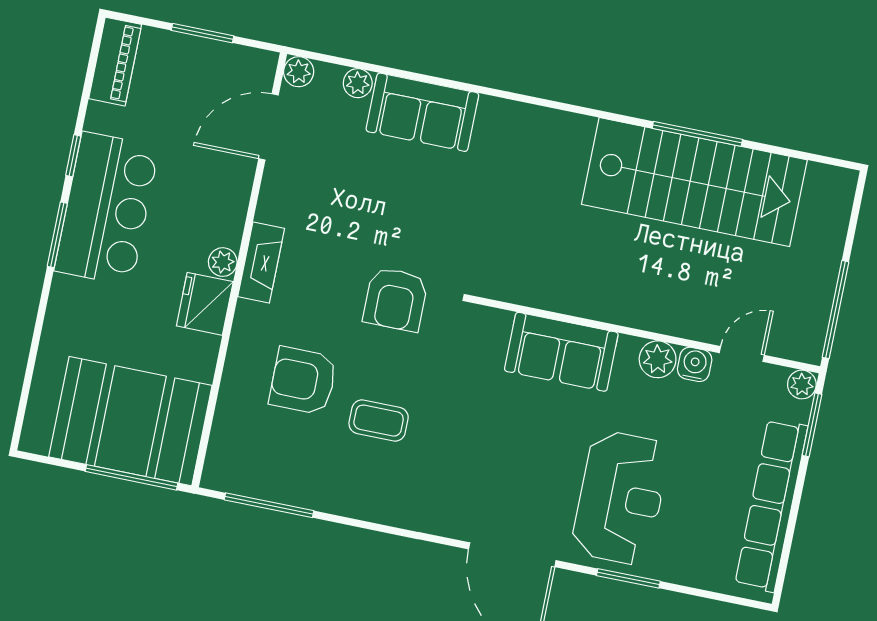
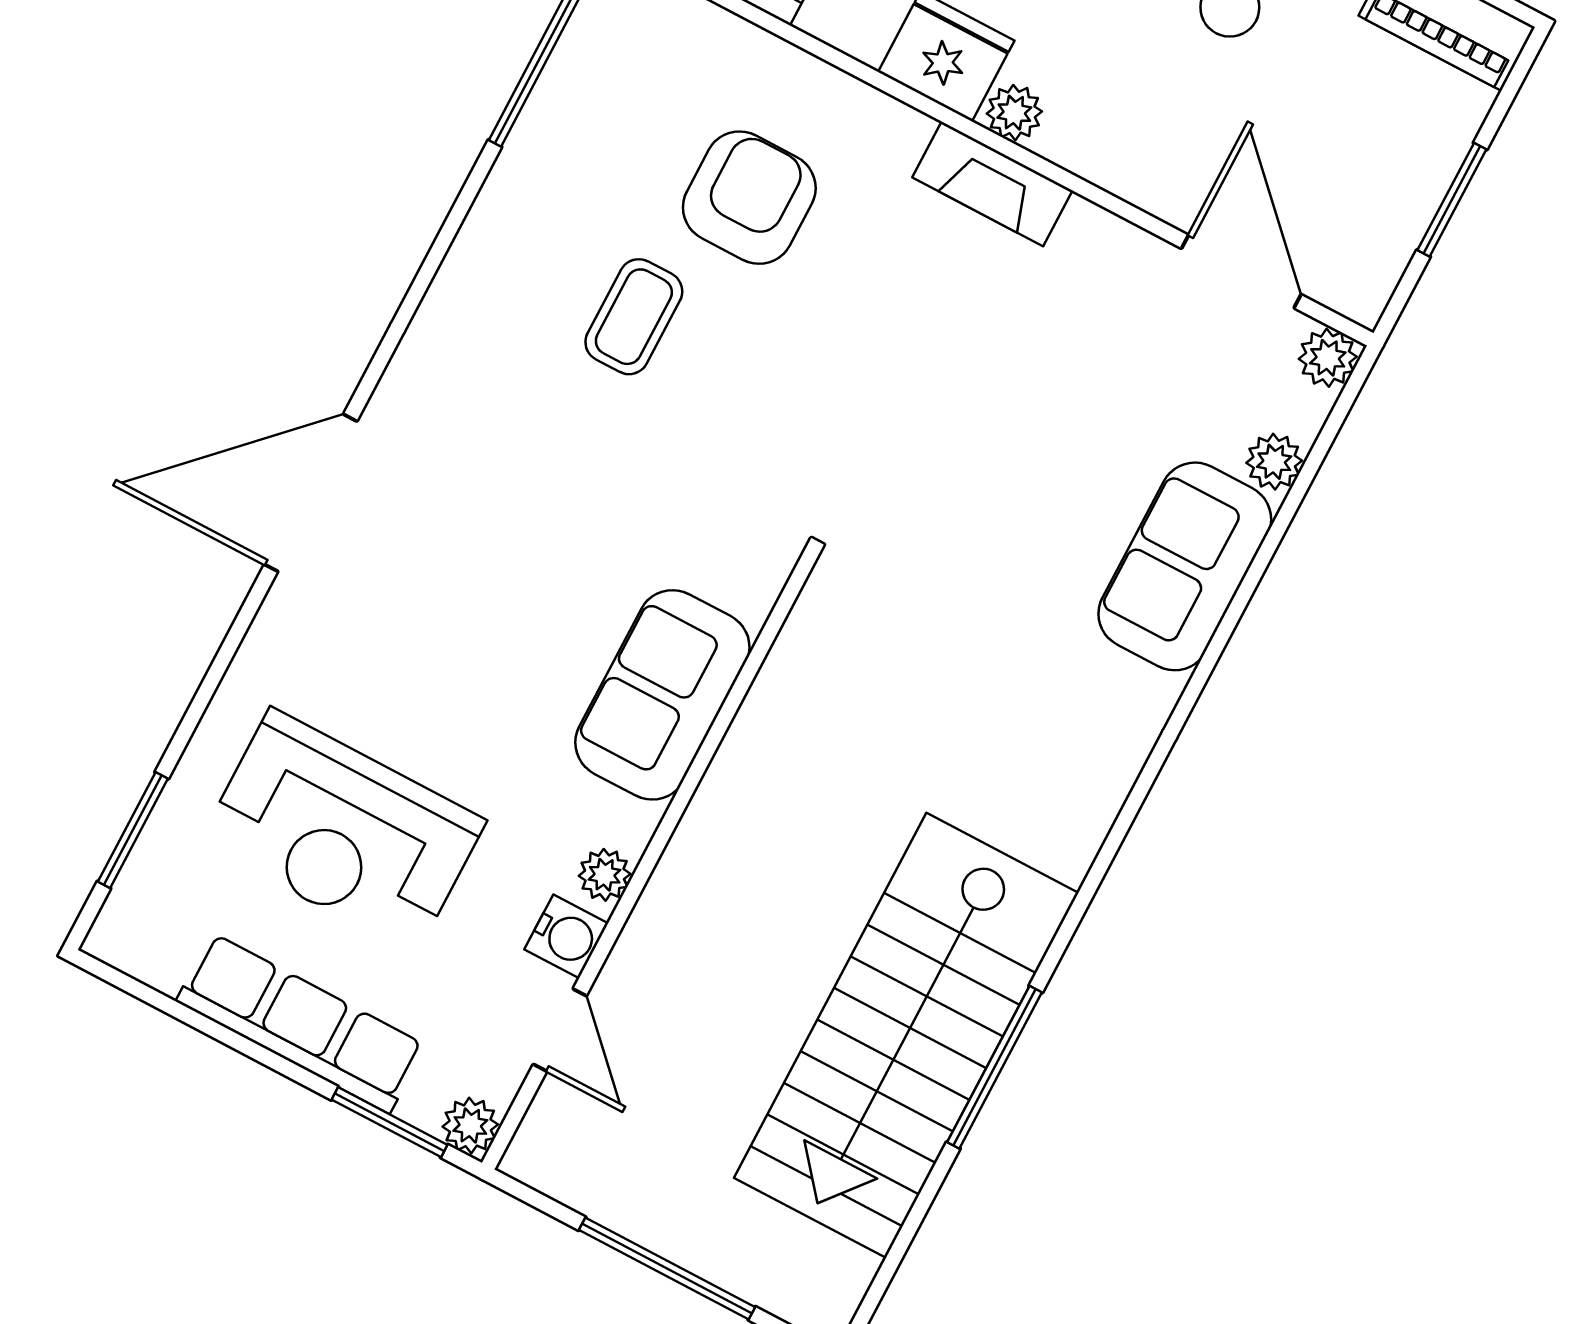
armchair: (395, 299) -> (851, 414), removed
window: (835, 310) -> (667, 1268), moved
plant: (658, 359) -> (605, 875), width x0.73, depth x0.73
reception desk: (621, 498) -> (343, 831), moved
row of seats: (771, 505) -> (301, 1023), width x0.73
window: (628, 578) -> (133, 830), moved

